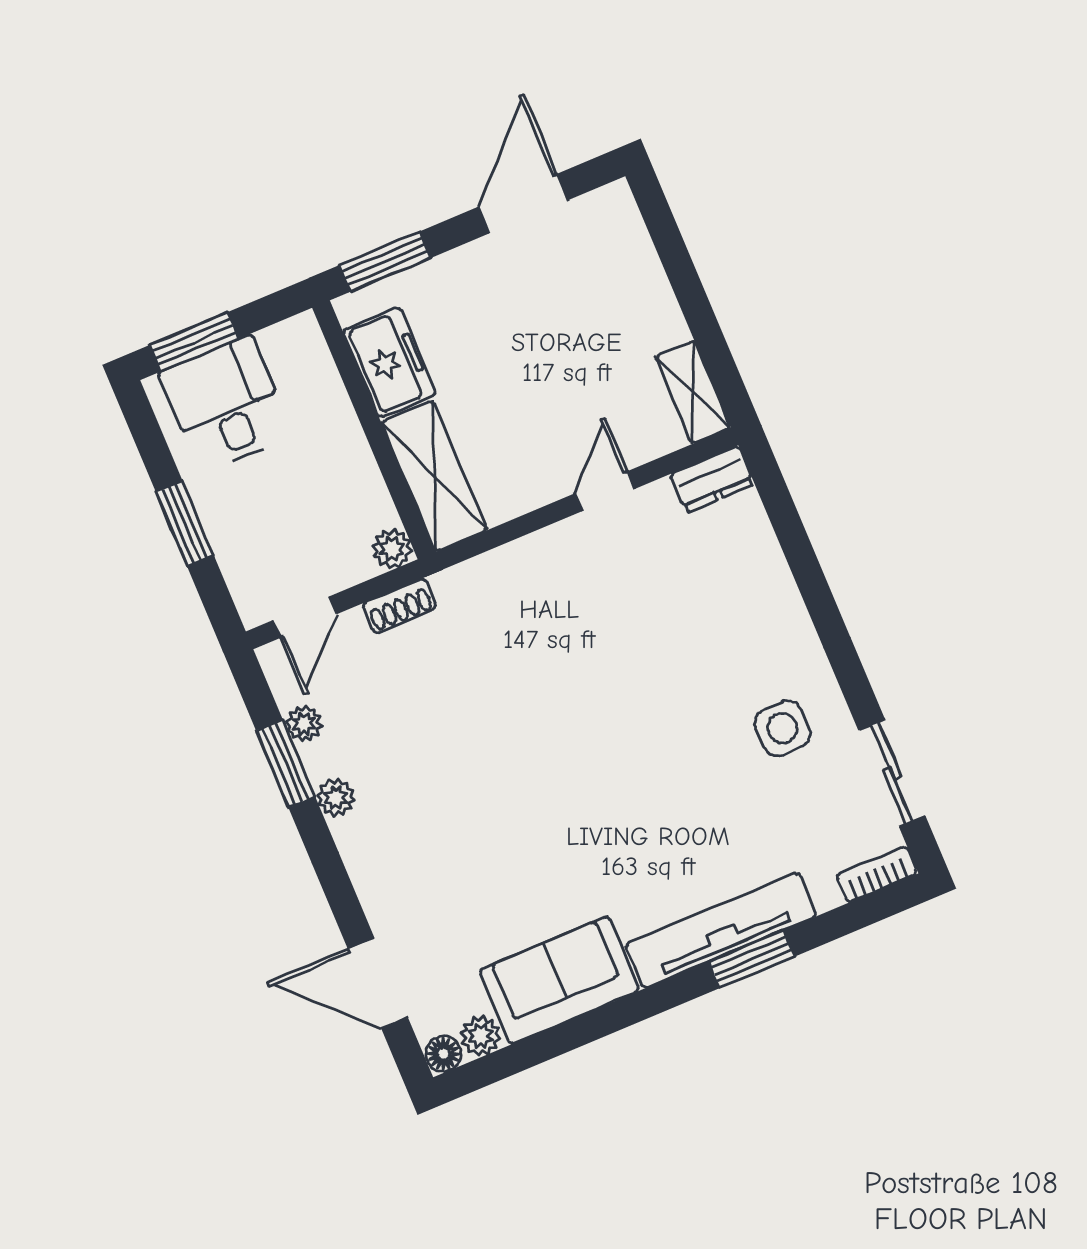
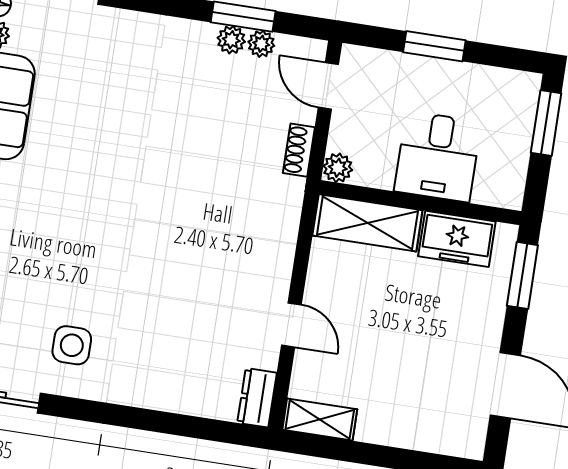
desk: (226, 404) -> (438, 157), moved, turned 90
plant: (336, 798) -> (231, 40), moved

